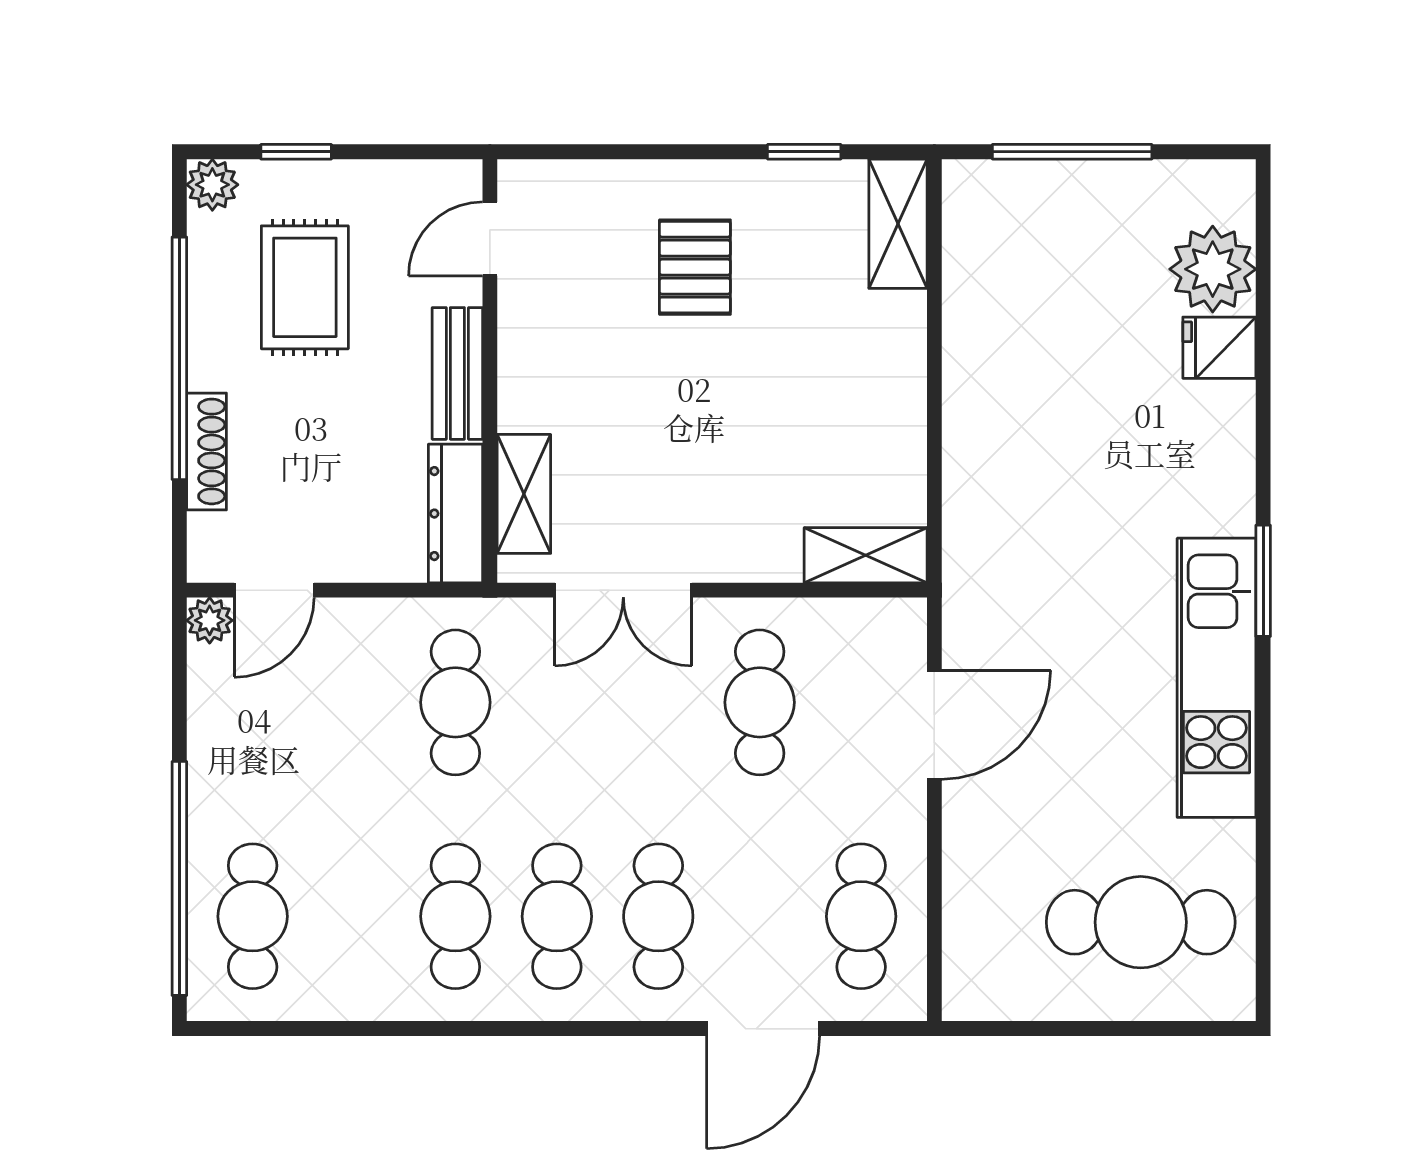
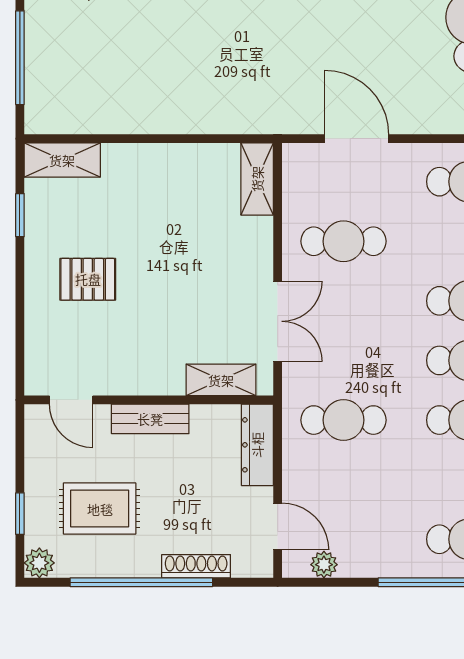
dresser: (455, 514) -> (257, 445), moved, turned 90
plant: (210, 620) -> (324, 565), moved

